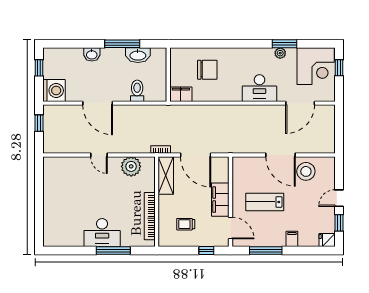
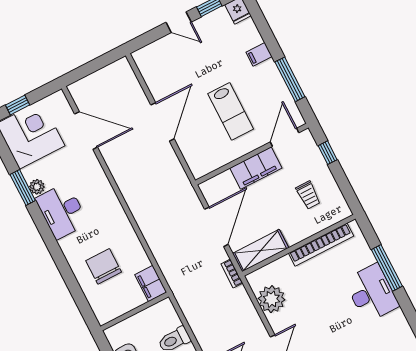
desk: (259, 88) -> (62, 211), moved, turned 180
stool: (306, 171) -> (167, 80), removed

